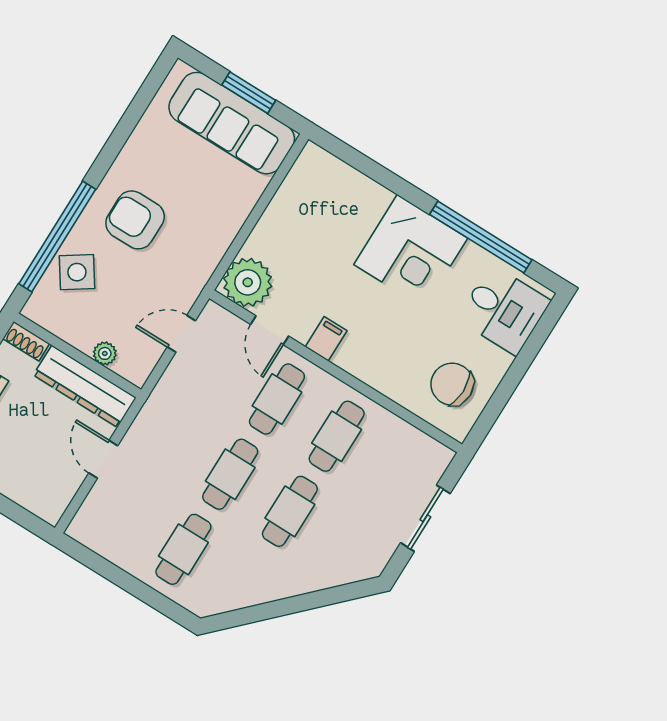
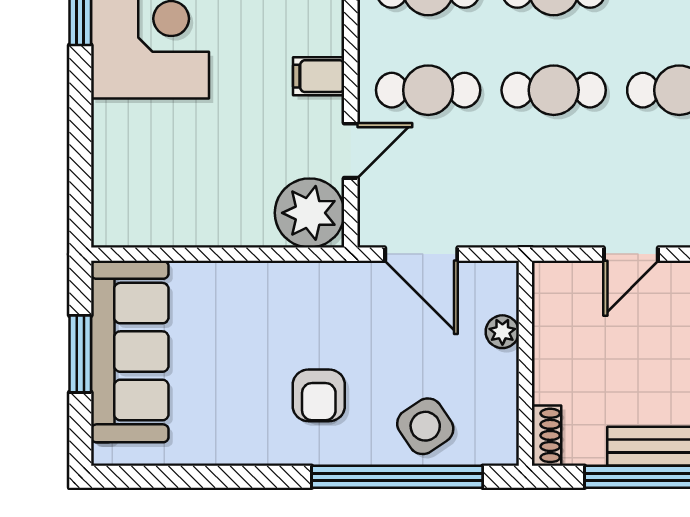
armchair: (135, 220) -> (319, 395), width x0.72, depth x0.72
door: (181, 334) -> (421, 254), width x1.38
dresser: (85, 386) -> (557, 331), removed

